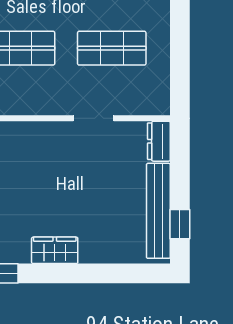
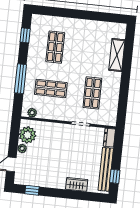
shop shelf: (112, 48) -> (92, 93), turned 90
wardrobe: (55, 250) -> (77, 184), moved

